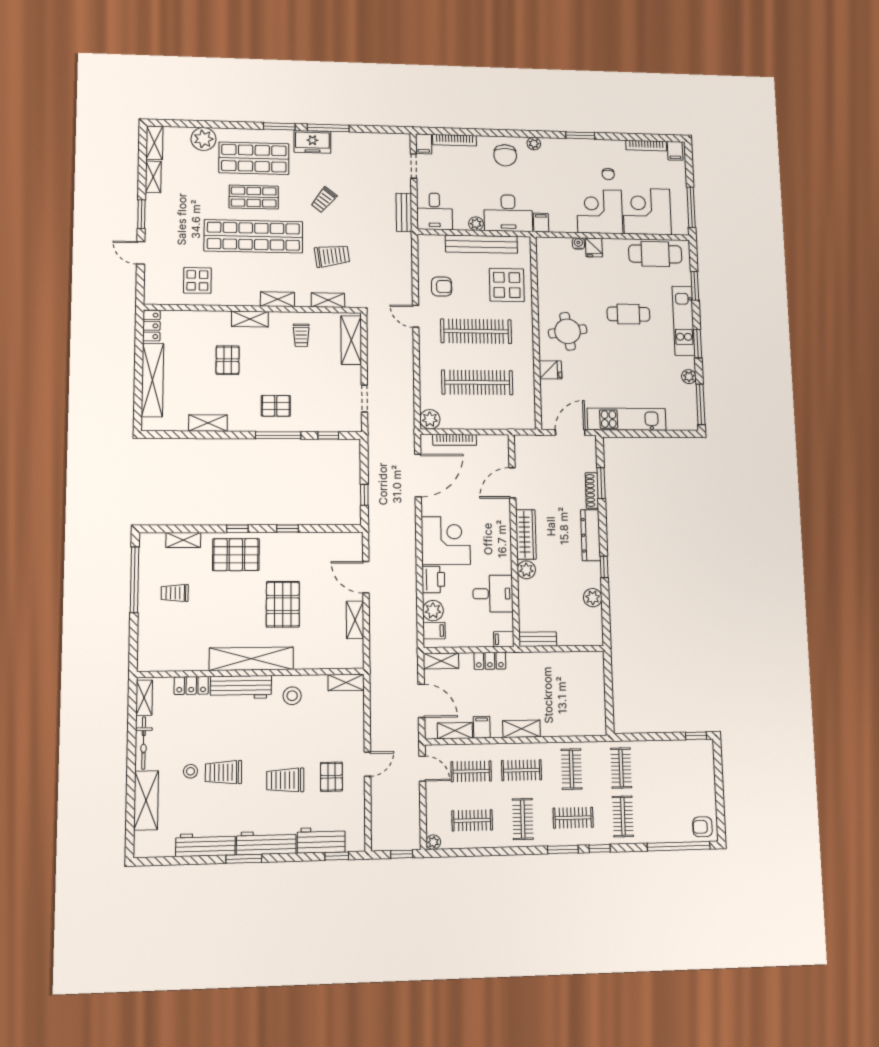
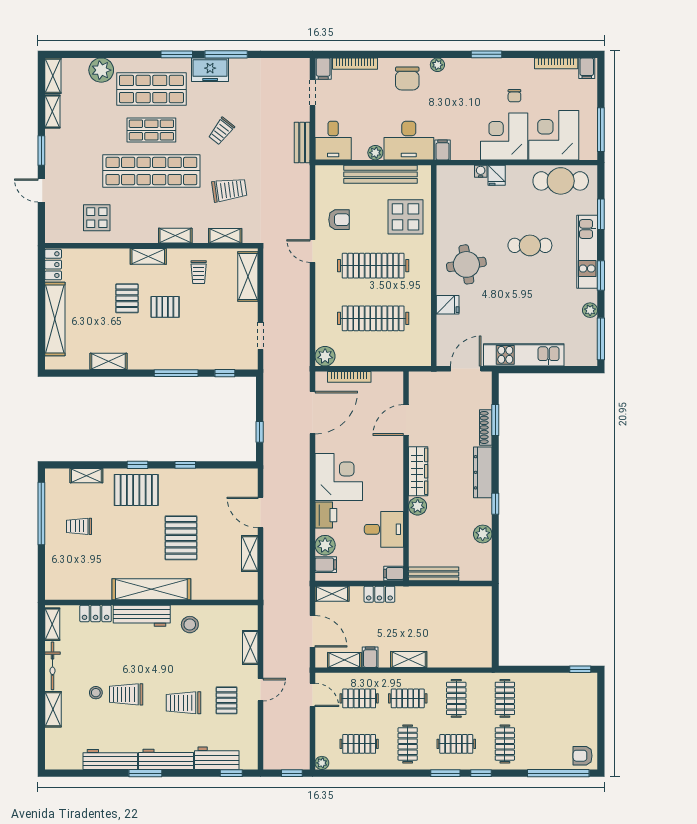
pallet: (276, 406) -> (165, 307), moved
bench: (538, 639) -> (434, 574), width x1.36
shelving: (346, 682) -> (250, 647), moved, turned 90
shelving: (146, 800) -> (53, 709), width x0.67, depth x0.75

